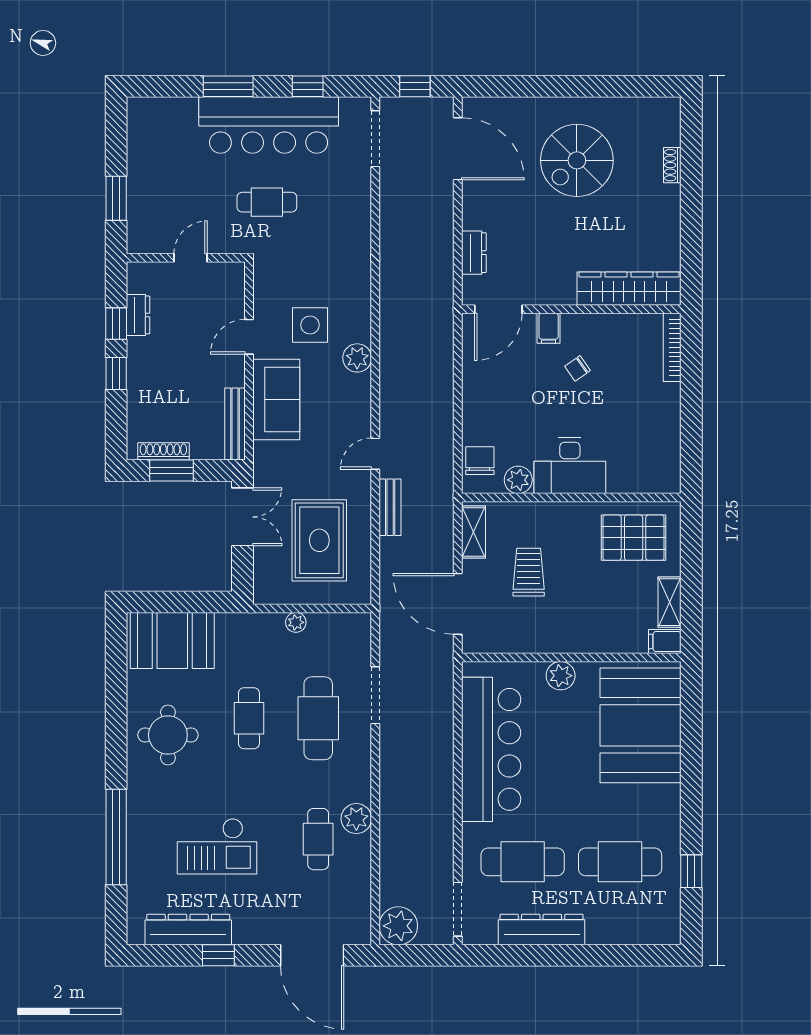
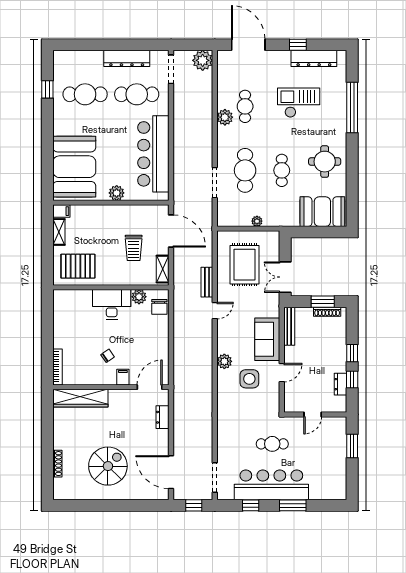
shoe rack: (672, 165) -> (57, 464), width x1.43

